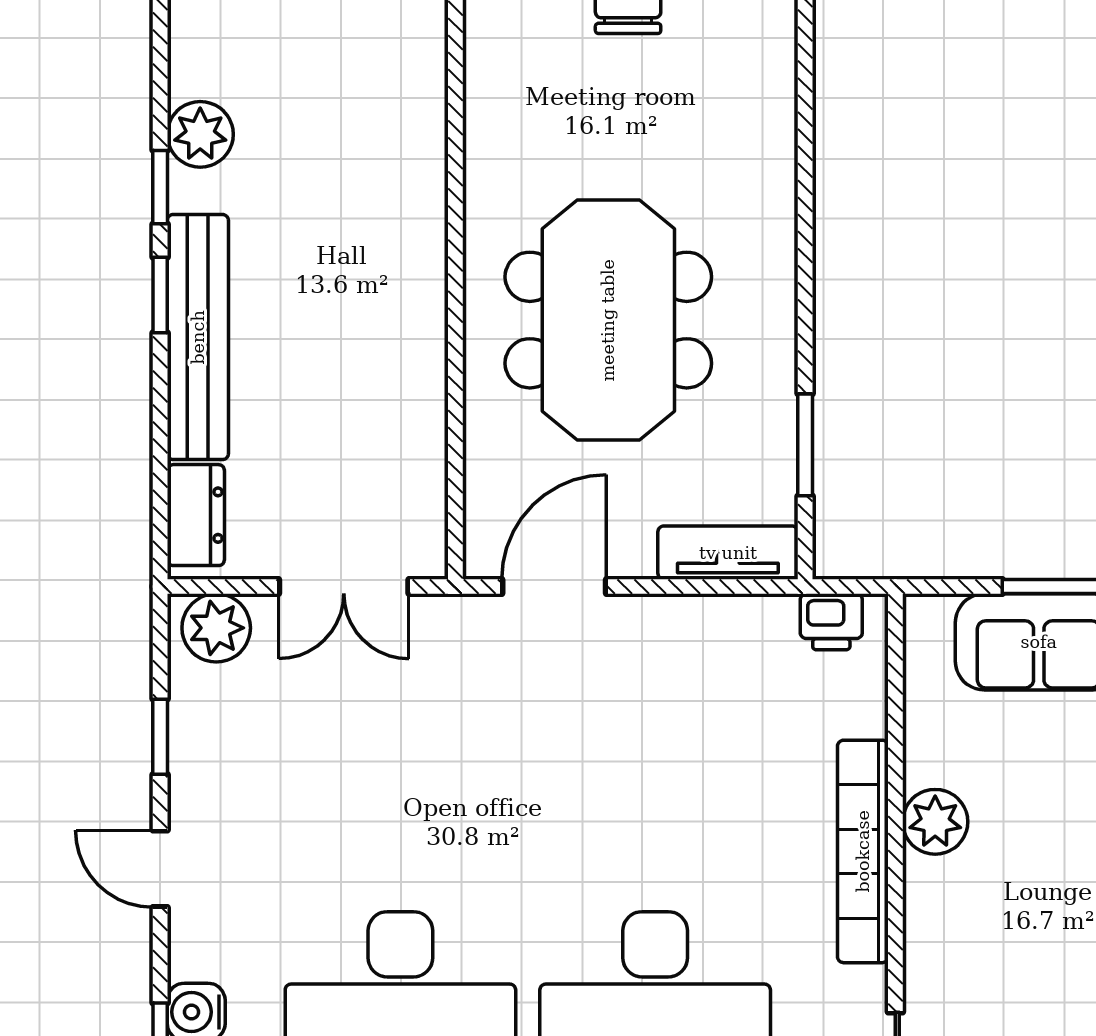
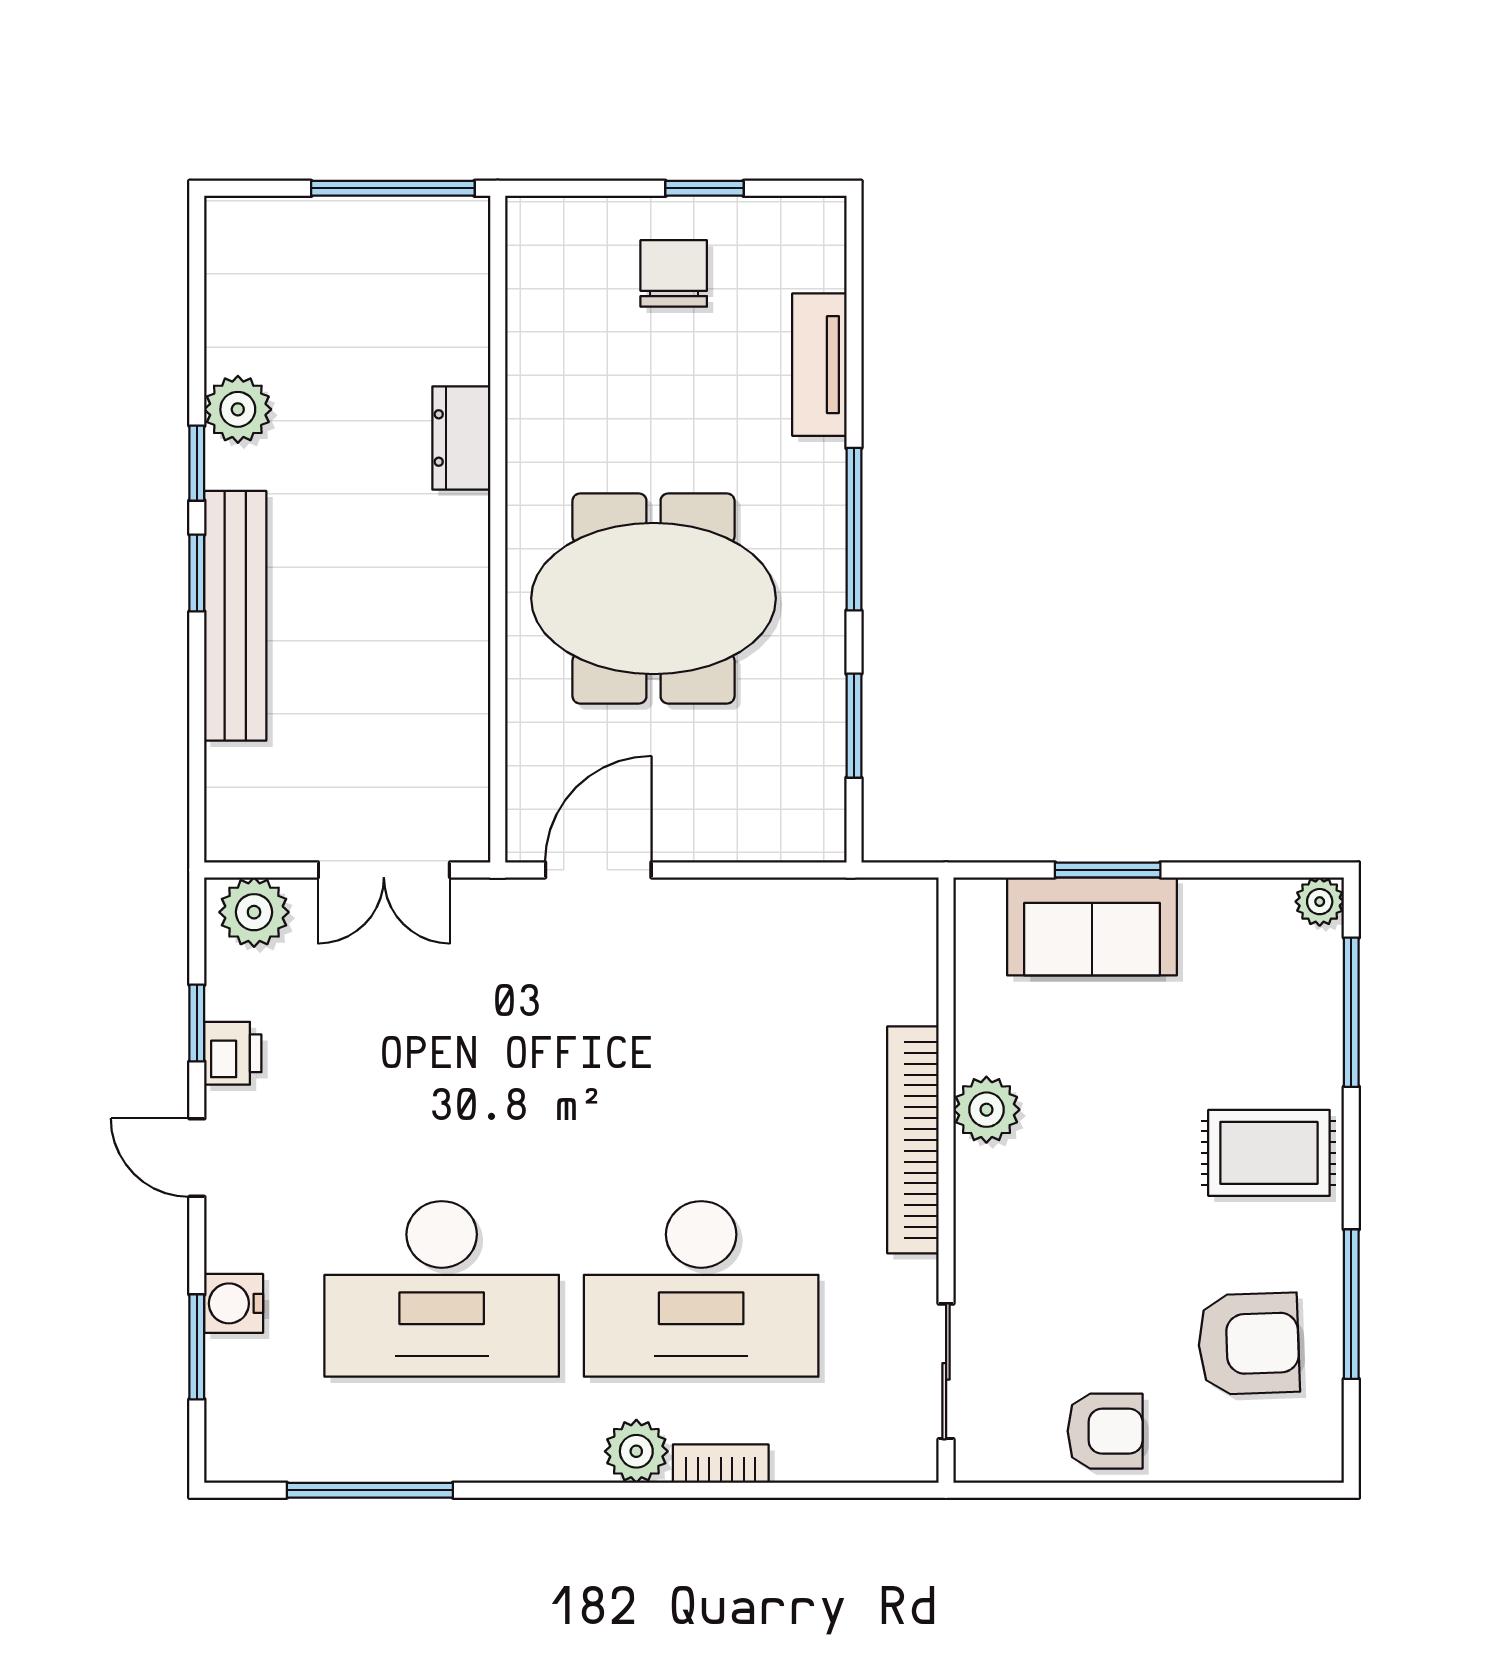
window: (805, 252) -> (854, 529), added
meeting table: (608, 320) -> (654, 598), turned 90
dresser: (196, 515) -> (461, 438), moved, turned 180
tv unit: (728, 553) -> (819, 365), moved, turned -90
printer: (831, 622) -> (233, 1053), moved, turned -90

